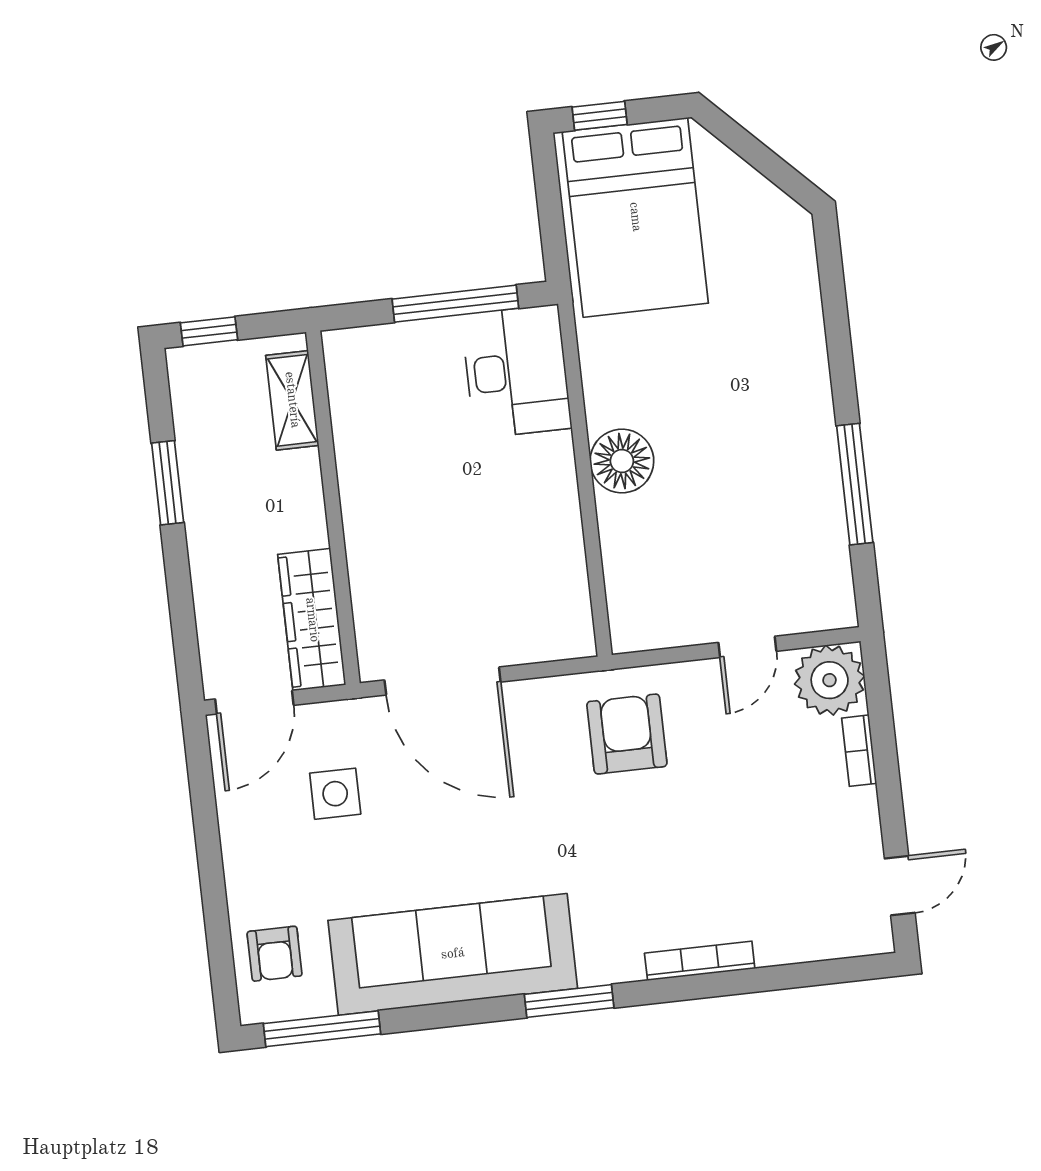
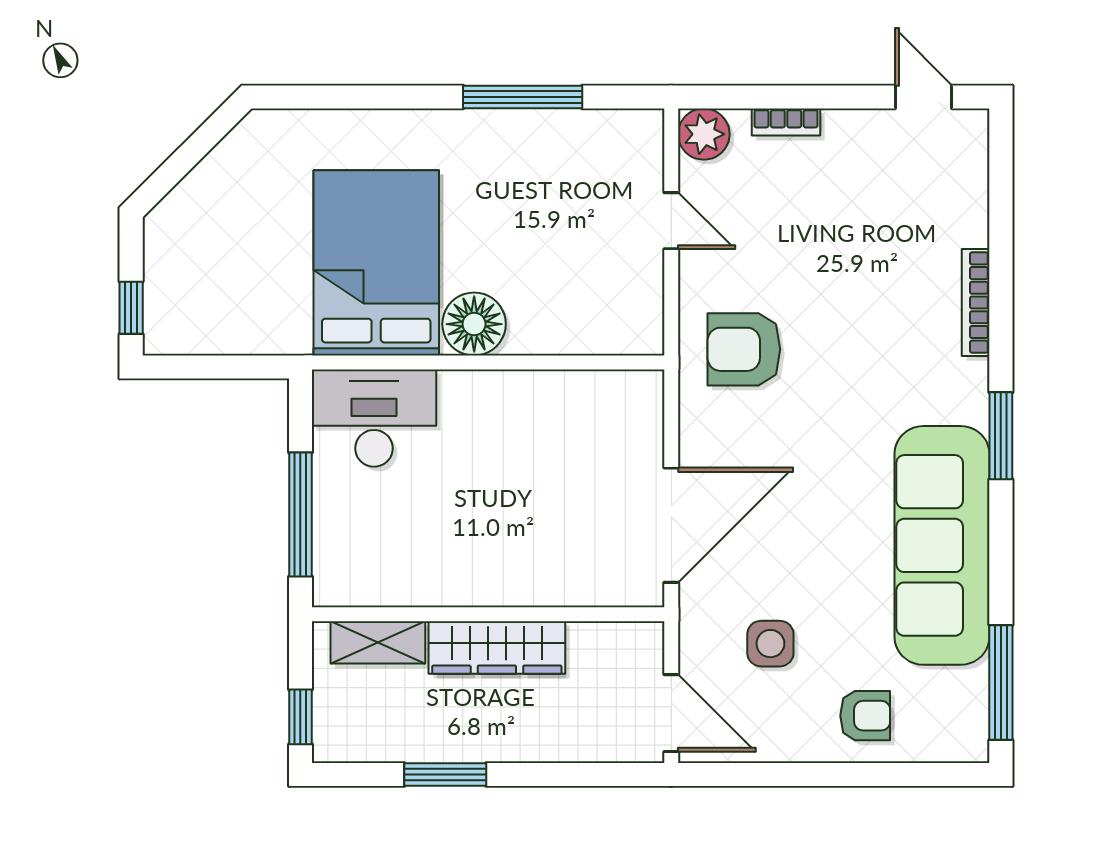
bed: (635, 217) -> (376, 263), moved, turned -90
window: (455, 304) -> (300, 514), moved
wardrobe: (312, 620) -> (497, 647), moved
plant: (830, 680) -> (704, 134), width x0.73, depth x0.73
armchair: (275, 954) -> (865, 716), moved

